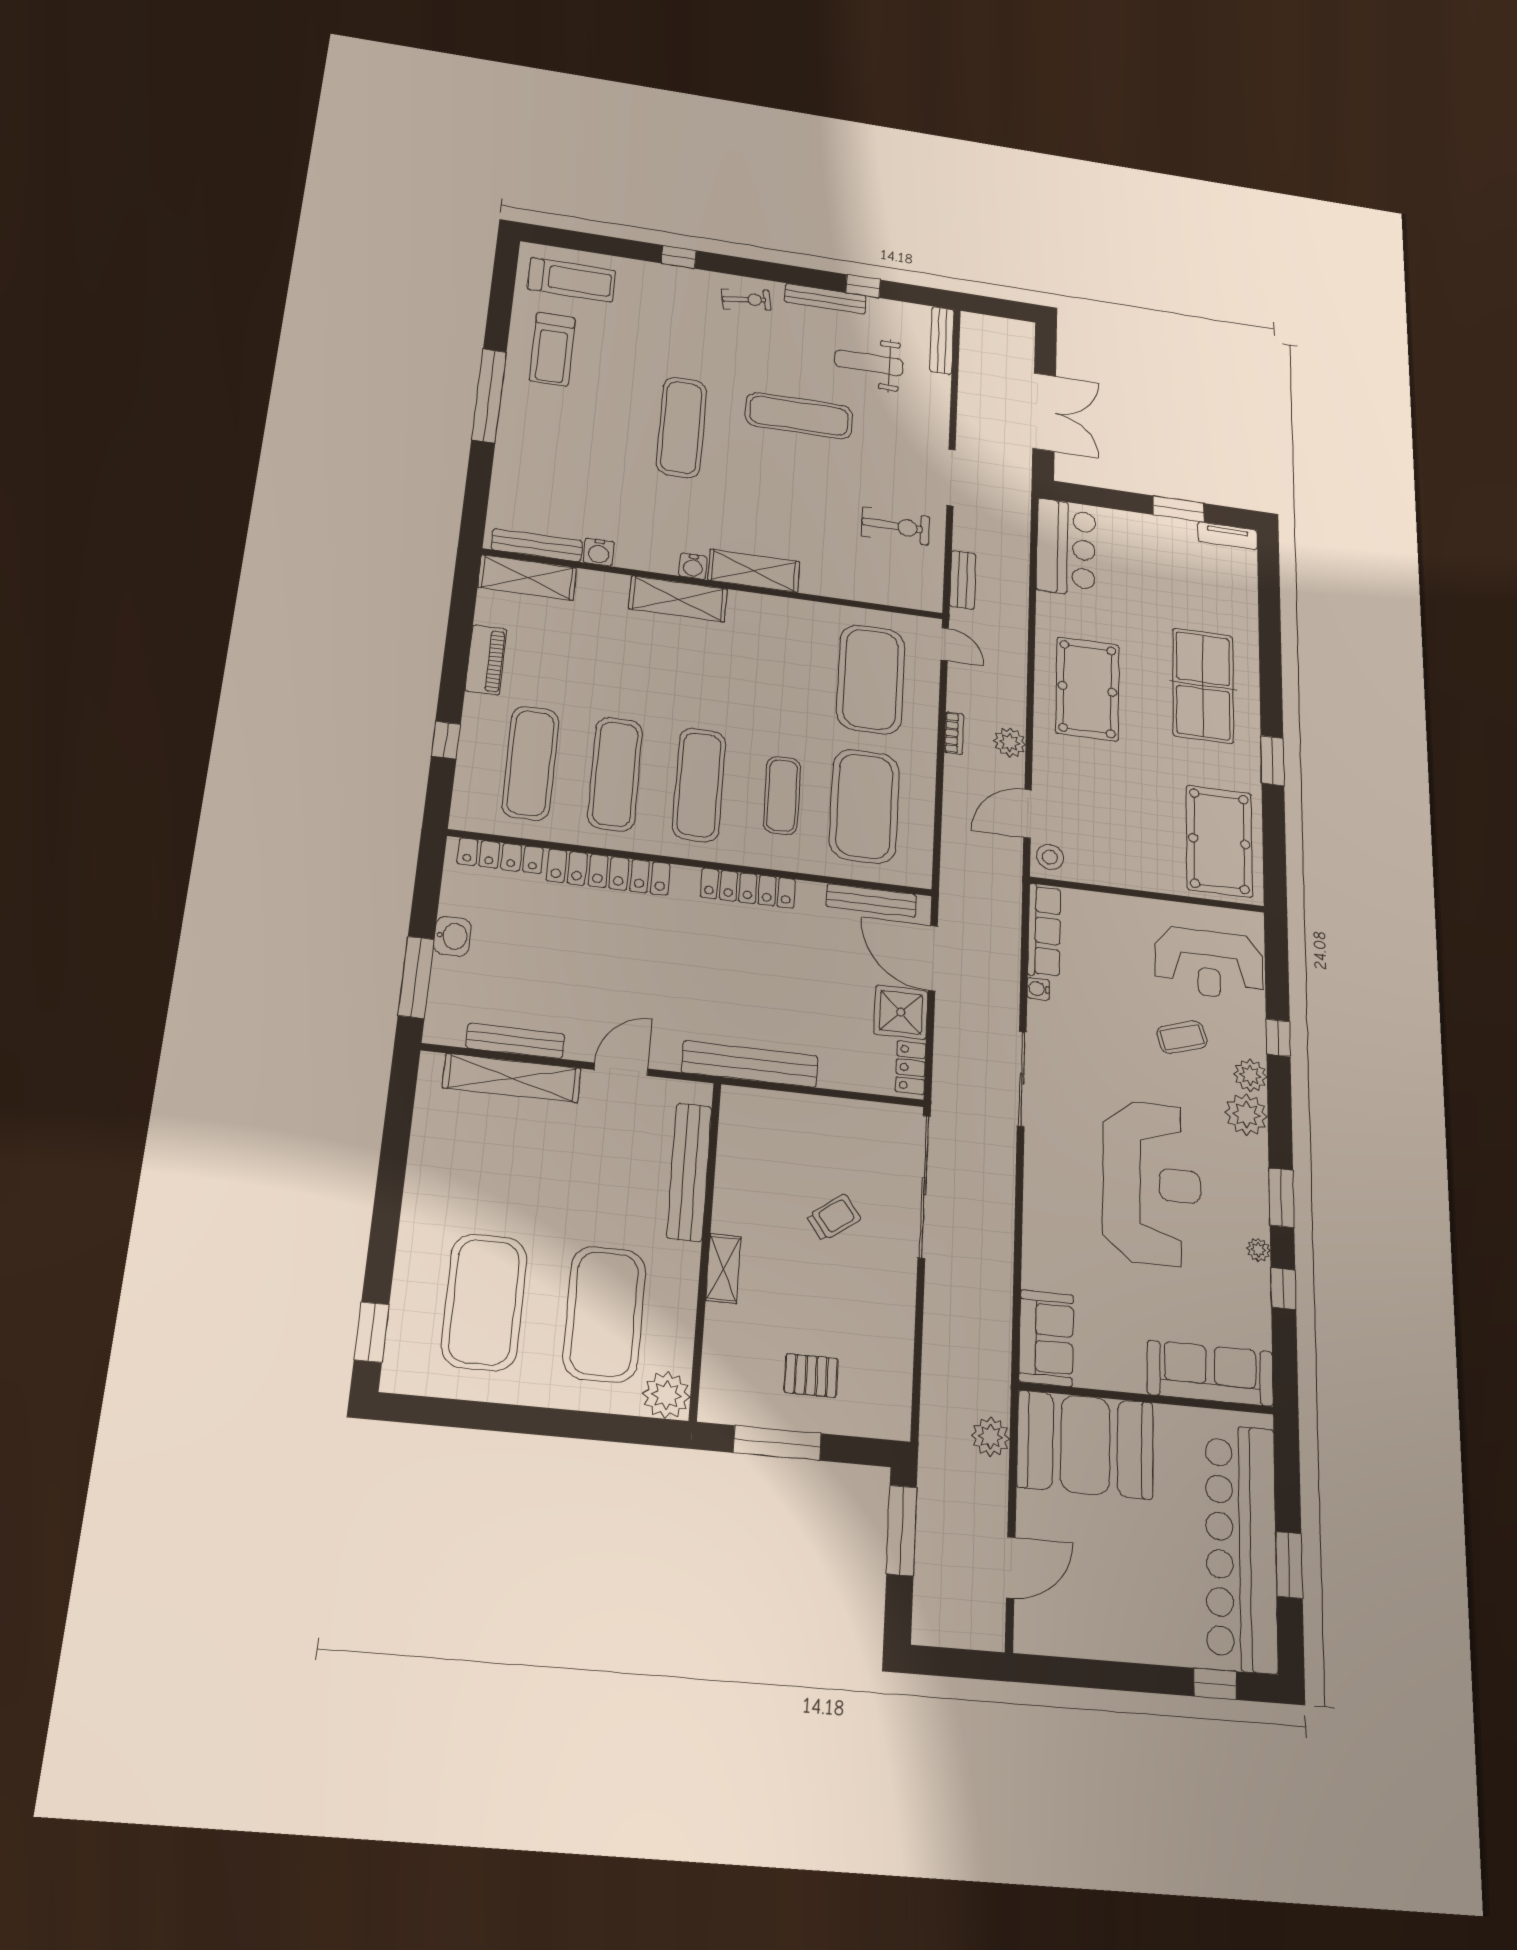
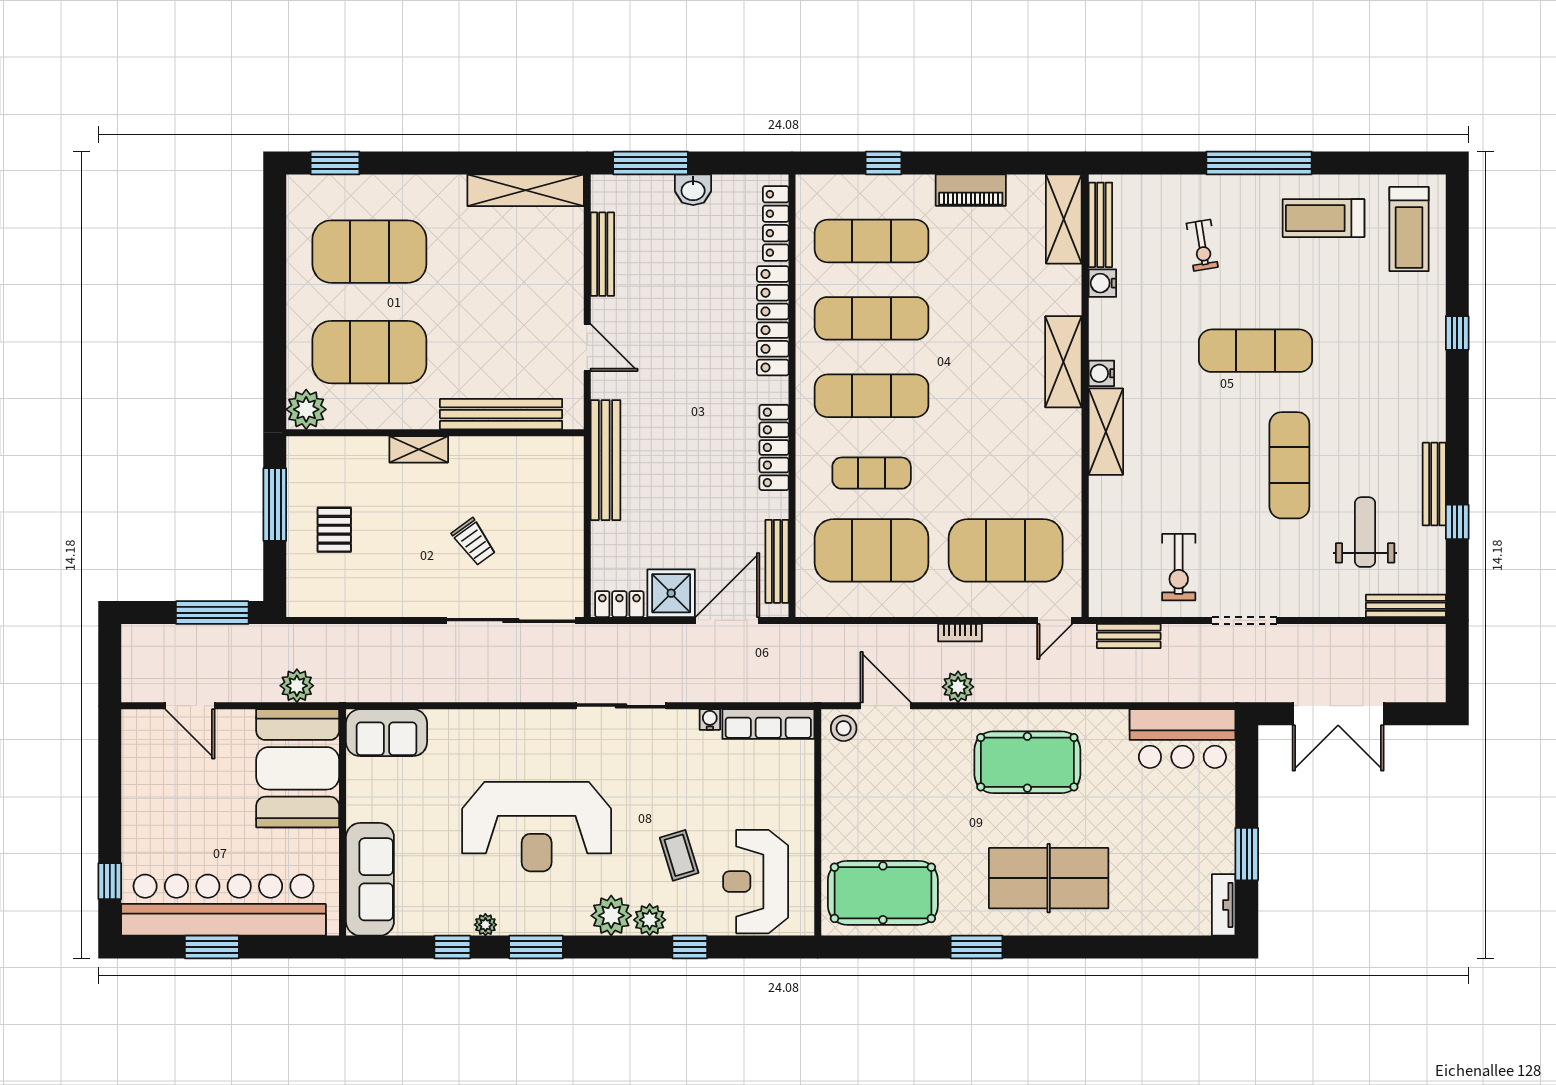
exercise bike: (746, 300) -> (1202, 245), moved
shelving: (512, 1078) -> (526, 190), moved, turned 90

